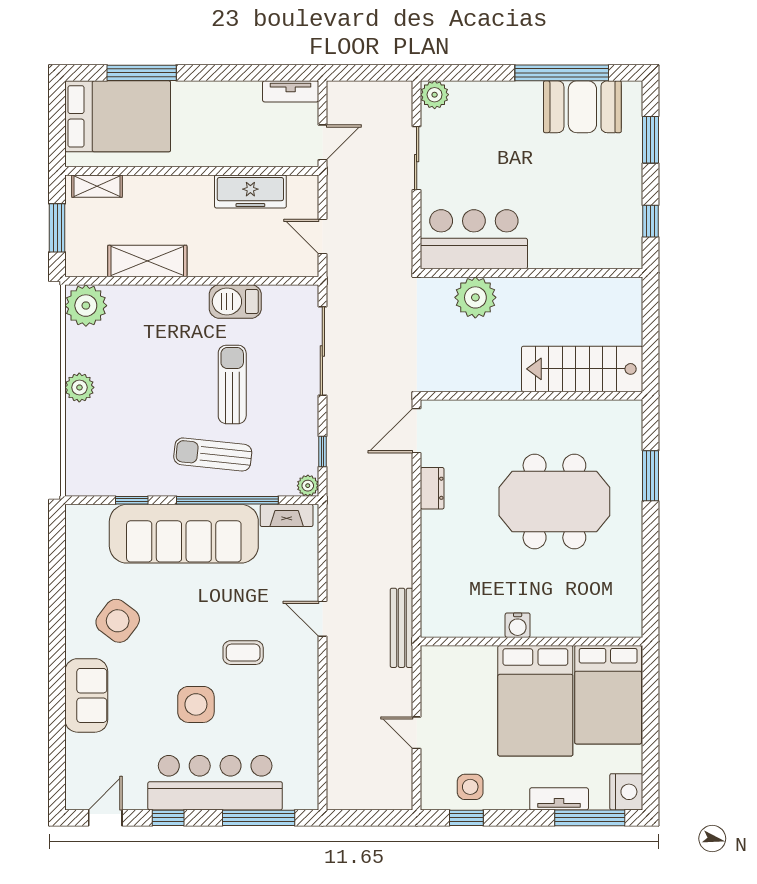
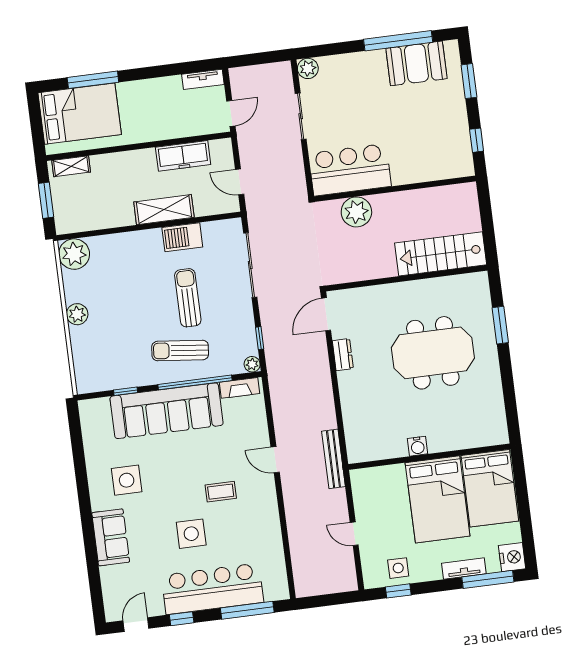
shelving: (147, 261) -> (164, 210), moved
side table: (118, 621) -> (127, 480), turned -37

